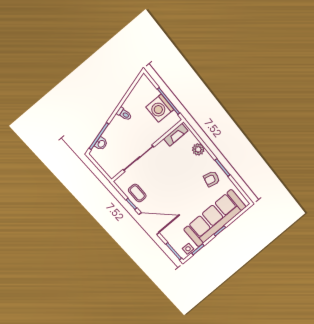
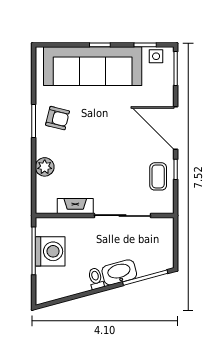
fireplace: (176, 135) -> (75, 206), moved
washbasin: (101, 144) -> (119, 272), moved, width x1.91, depth x1.45

